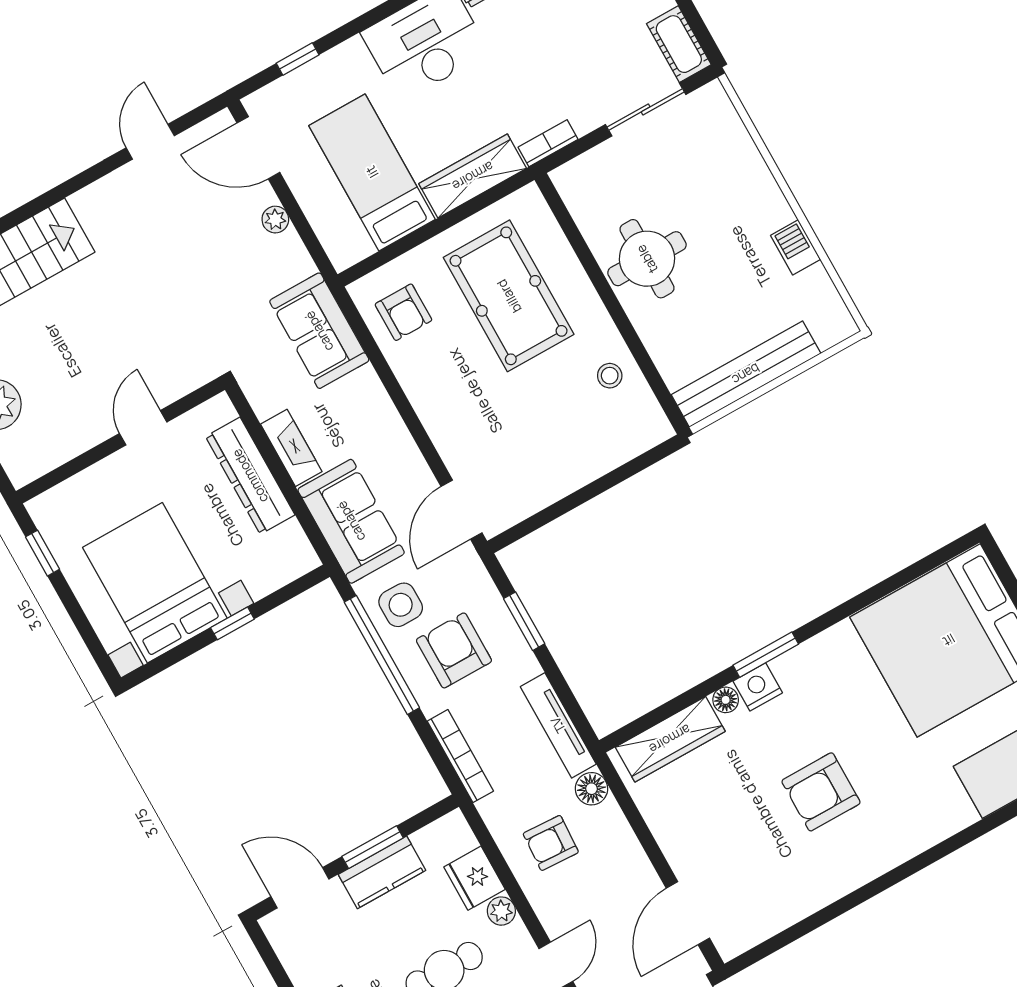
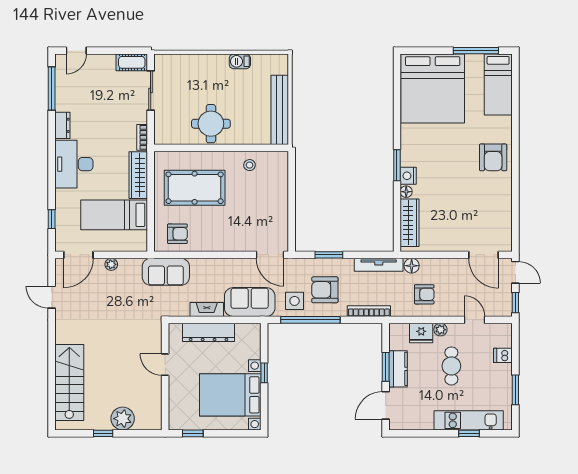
armchair: (821, 792) -> (493, 157), moved
armchair: (551, 843) -> (424, 294), turned -93

